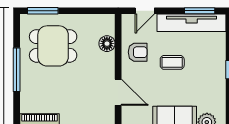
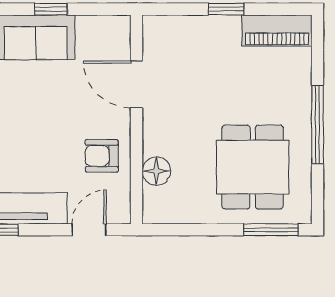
dining table: (53, 46) -> (253, 167), turned 90
coffee table: (172, 62) -> (40, 138), removed

